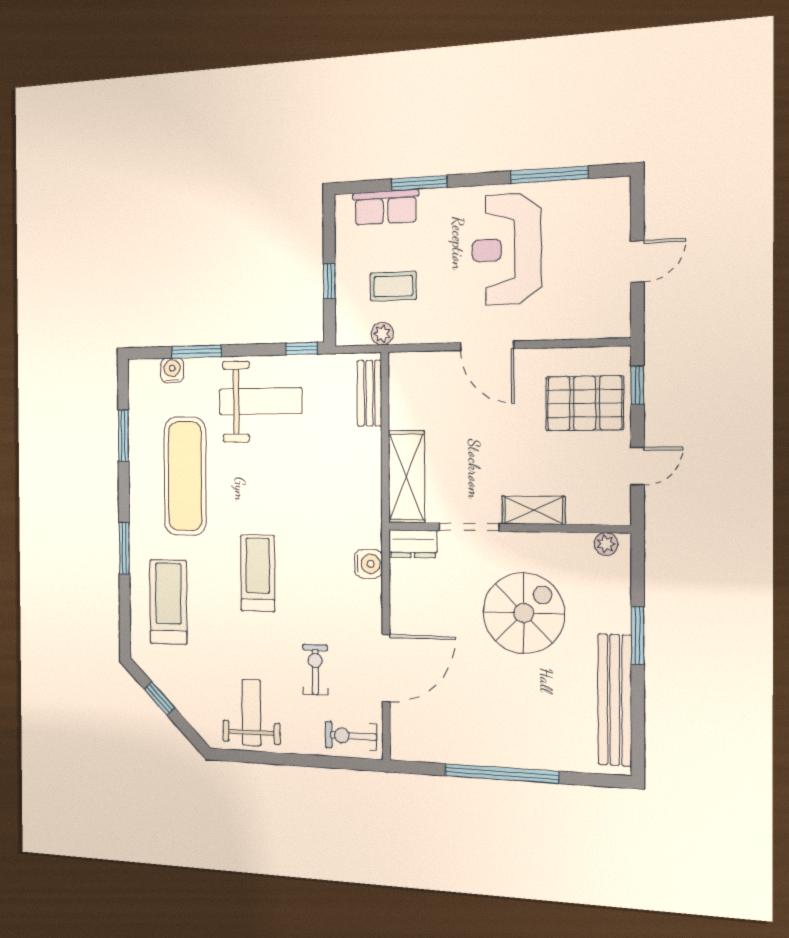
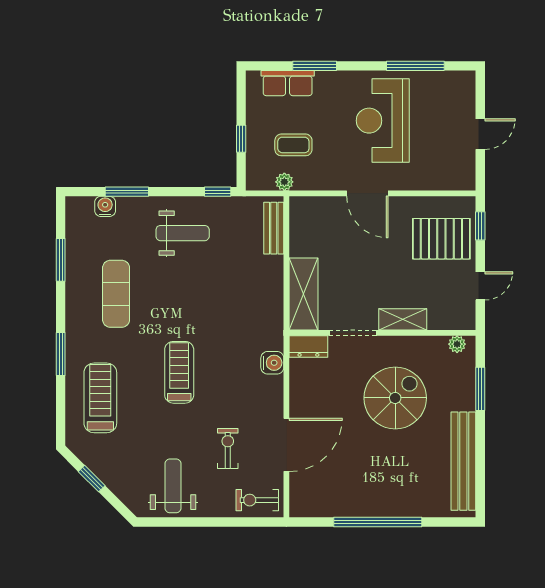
weight bench: (261, 401) -> (183, 233), width x0.73, depth x0.75
exercise mat: (185, 476) -> (116, 294), width x0.73, depth x0.69
window: (638, 636) -> (480, 389), moved

